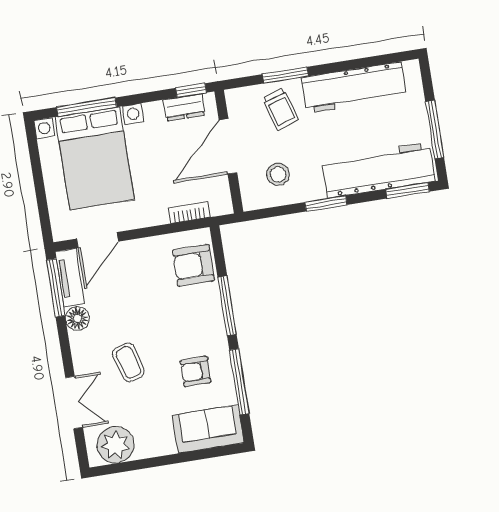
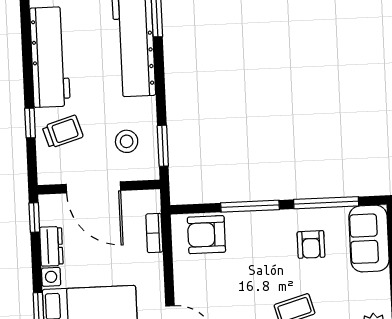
window: (285, 75) -> (30, 123), width x0.67
dresser: (184, 107) -> (51, 246), moved
window: (326, 203) -> (163, 146), moved
armchair: (193, 265) -> (206, 235), turned 90

